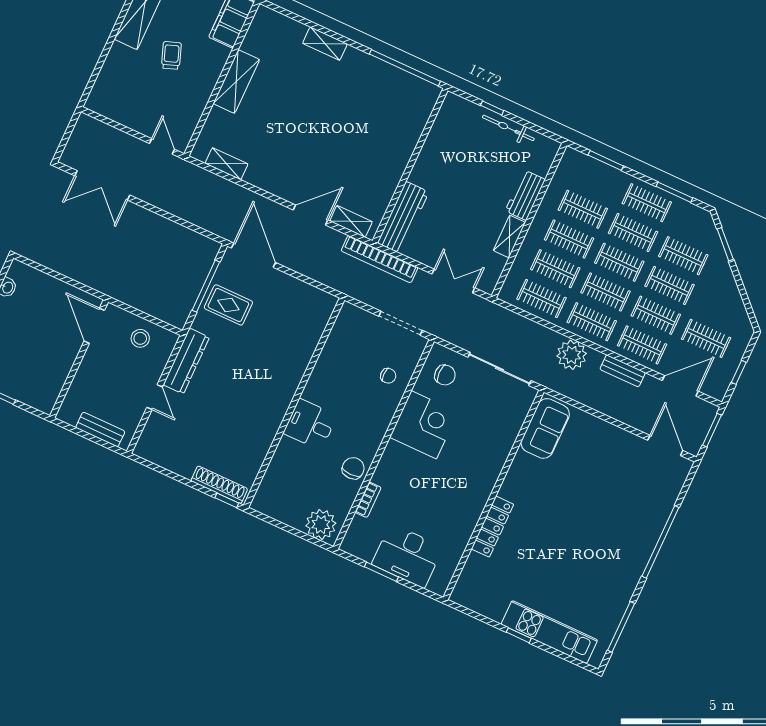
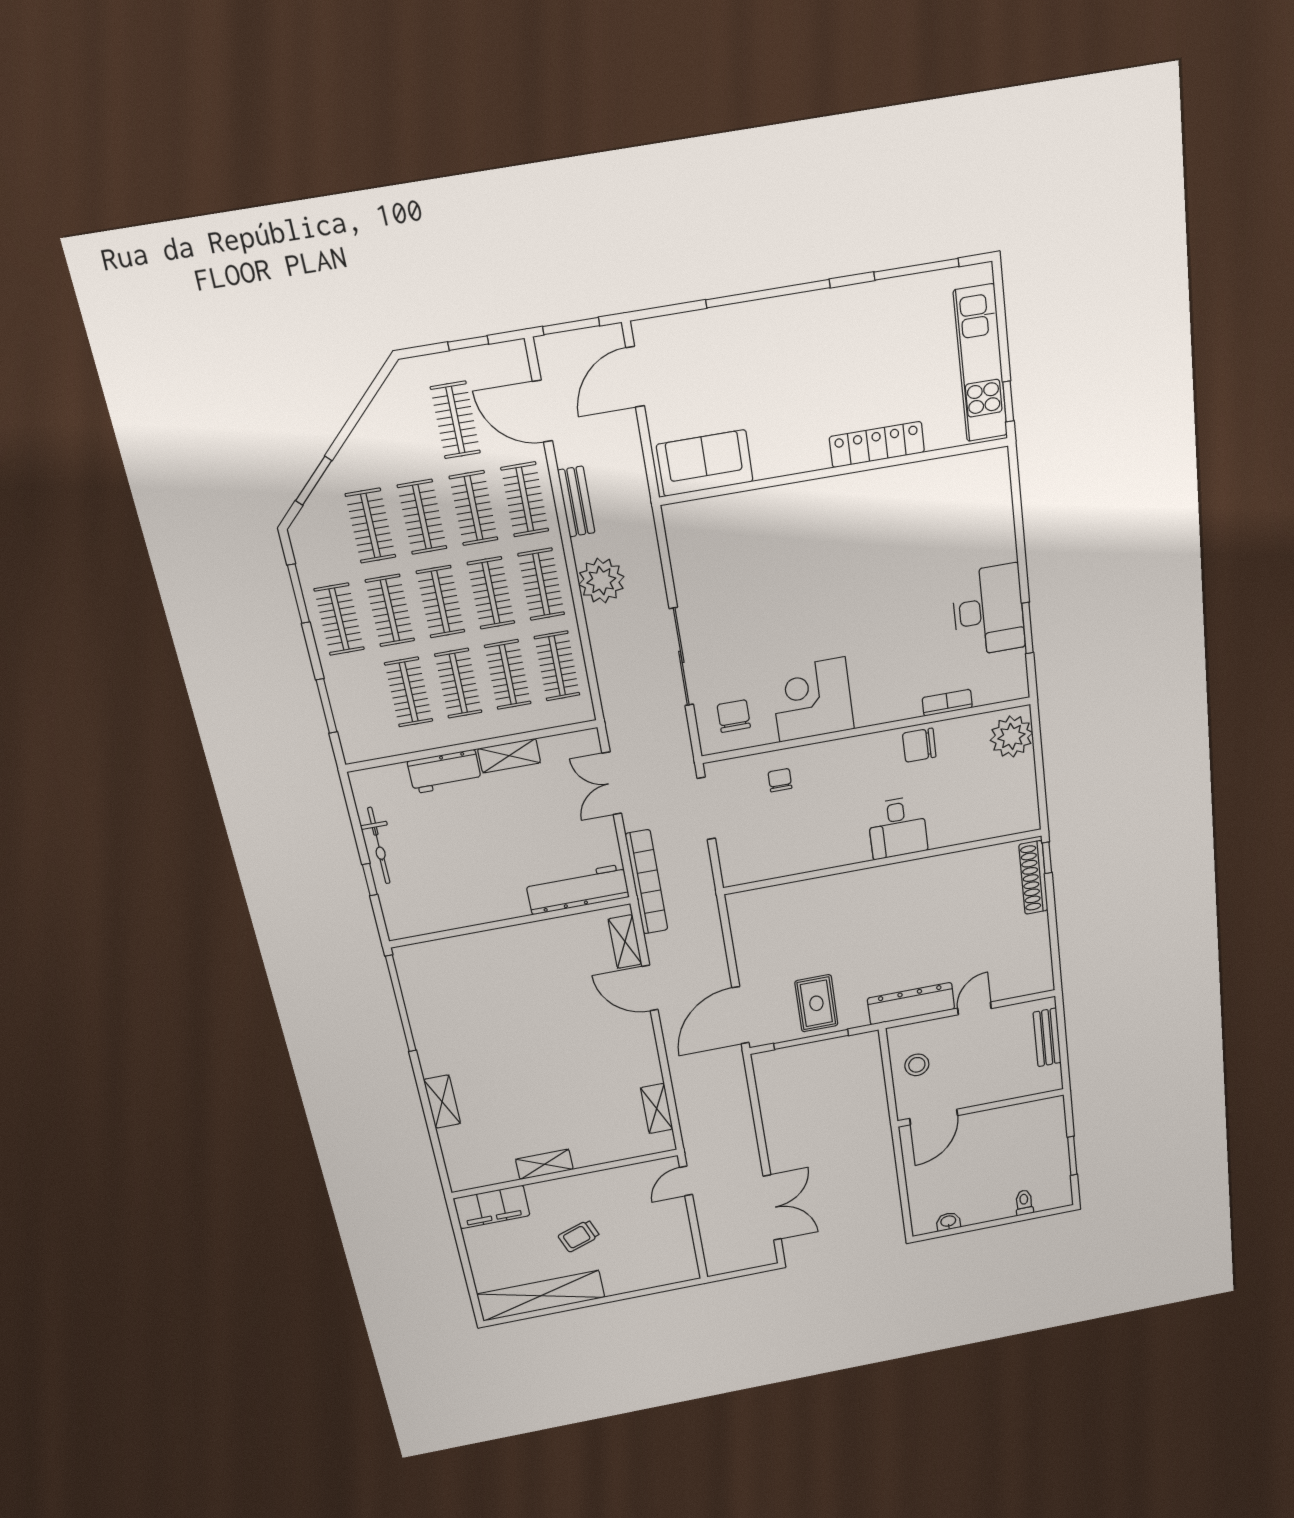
shelving: (236, 82) -> (544, 1164), width x0.67, depth x0.75
sofa: (545, 428) -> (705, 463), moved
wall: (493, 495) -> (835, 471), moved
locker: (492, 527) -> (877, 445), moved

